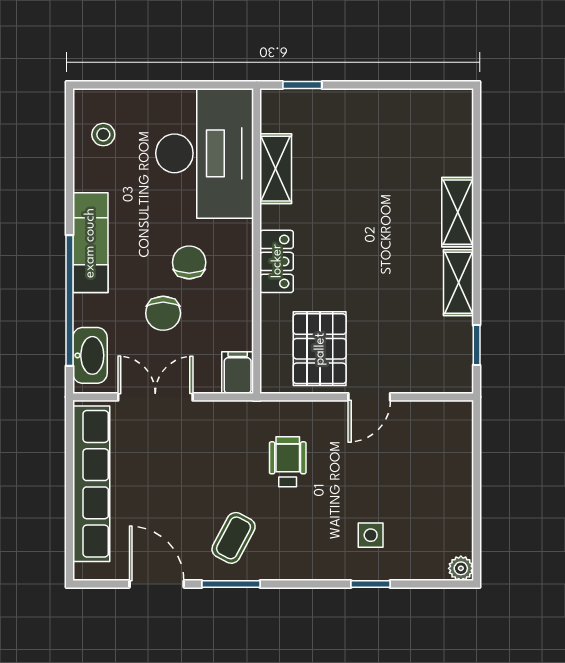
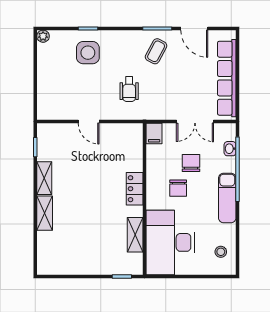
pallet: (320, 349) -> (113, 145), removed
washbasin: (90, 355) -> (230, 149), width x0.52, depth x0.69
door: (369, 397) -> (89, 121), swing flipped
side table: (371, 535) -> (88, 53), width x1.87, depth x1.87

